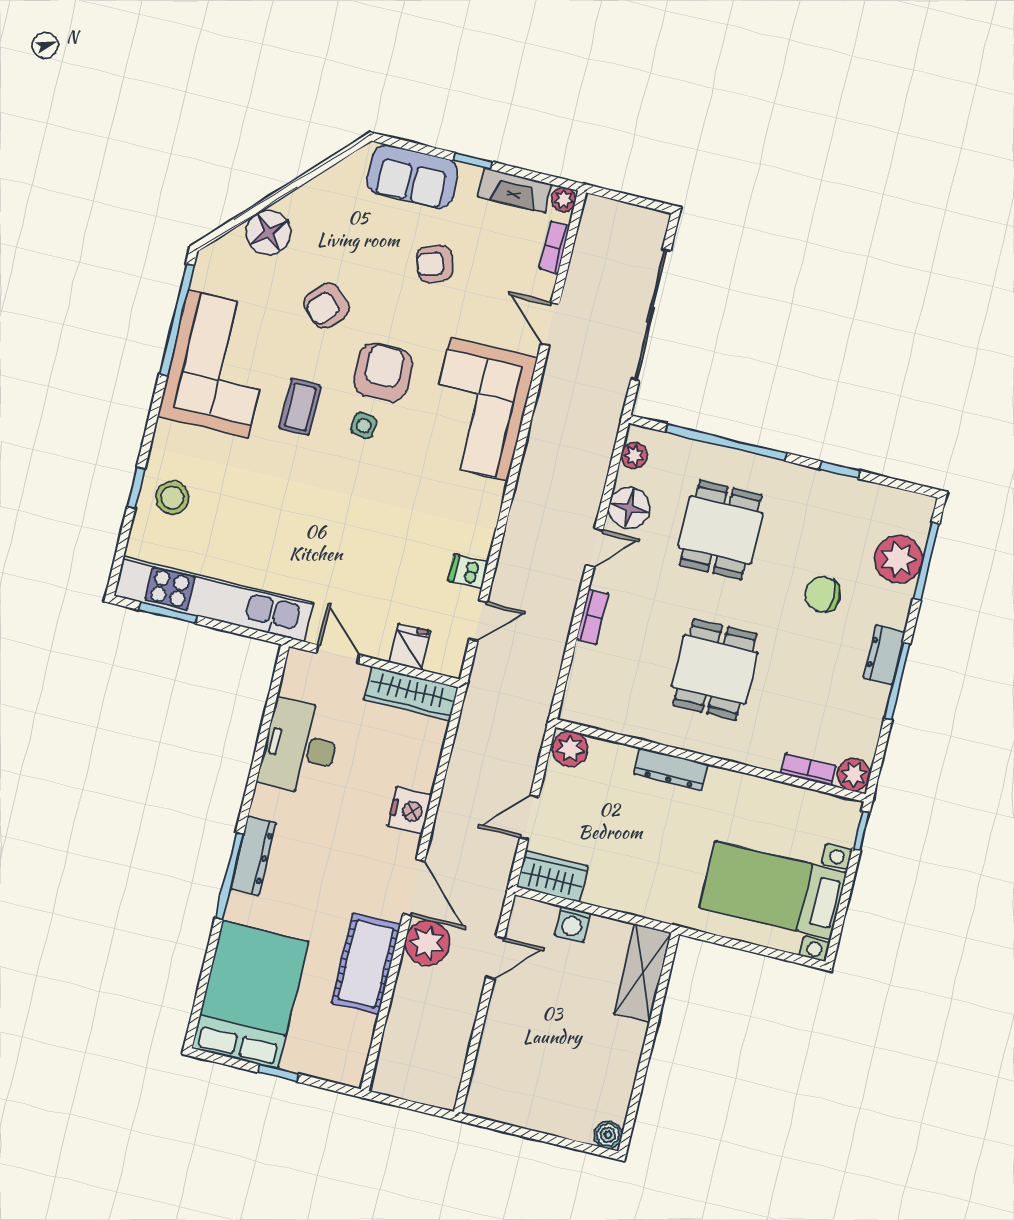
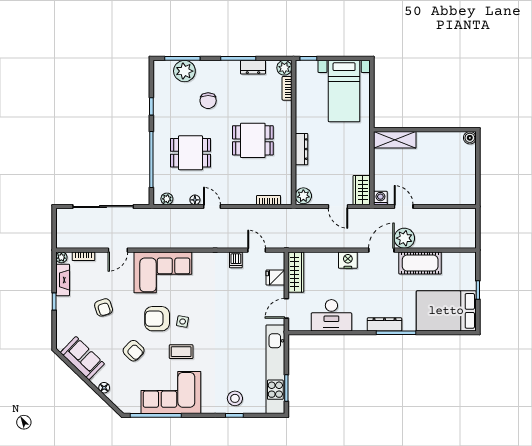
sofa: (413, 176) -> (82, 358), moved, turned -46
floor lamp: (268, 232) -> (104, 388), width x0.53, depth x0.53
floor lamp: (629, 508) -> (195, 200), width x0.53, depth x0.53
bookcase: (593, 616) -> (269, 200), moved
dresser: (884, 655) -> (253, 67), moved
washing machine: (572, 924) -> (380, 198), moved, turned -90

